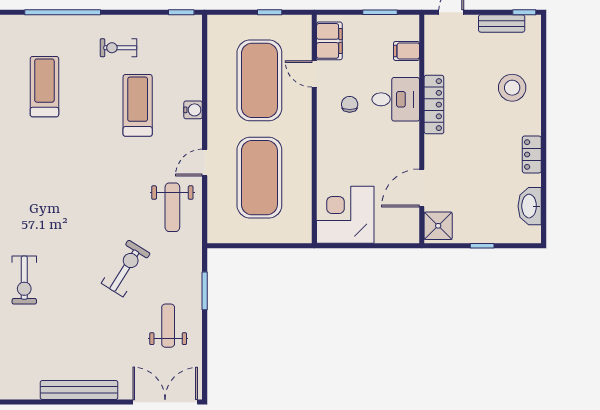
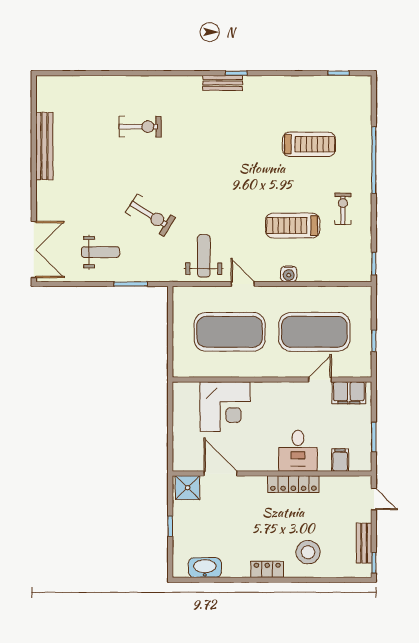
chair: (350, 104) -> (294, 410), removed
treadmill: (138, 105) -> (293, 226), turned 180
locker: (532, 155) -> (267, 569), moved
weight bench: (172, 207) -> (204, 256), turned 90
corner desk: (345, 215) -> (225, 407), moved, turned 90
exercise bike: (24, 280) -> (140, 127), turned 180
bench: (79, 390) -> (44, 146), moved

